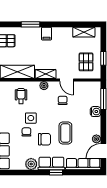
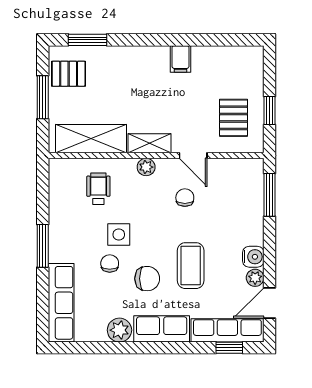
window: (31, 24) -> (88, 40), moved
shelving: (84, 32) -> (229, 56), removed
filing cabinet: (47, 34) -> (180, 59), moved
water cooler: (96, 112) -> (253, 257), moved
window: (56, 173) -> (229, 348), moved

